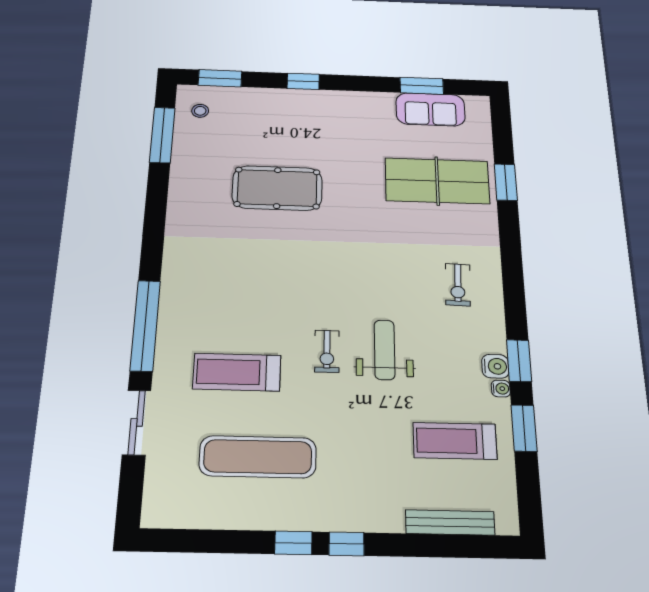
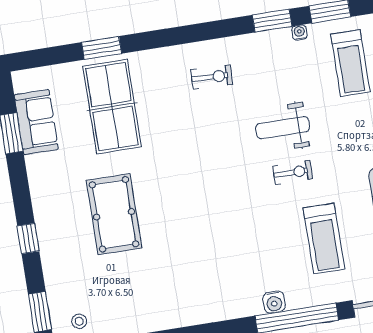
pool table: (277, 188) -> (114, 214), moved
water cooler: (495, 366) -> (274, 302), moved, turned 180

